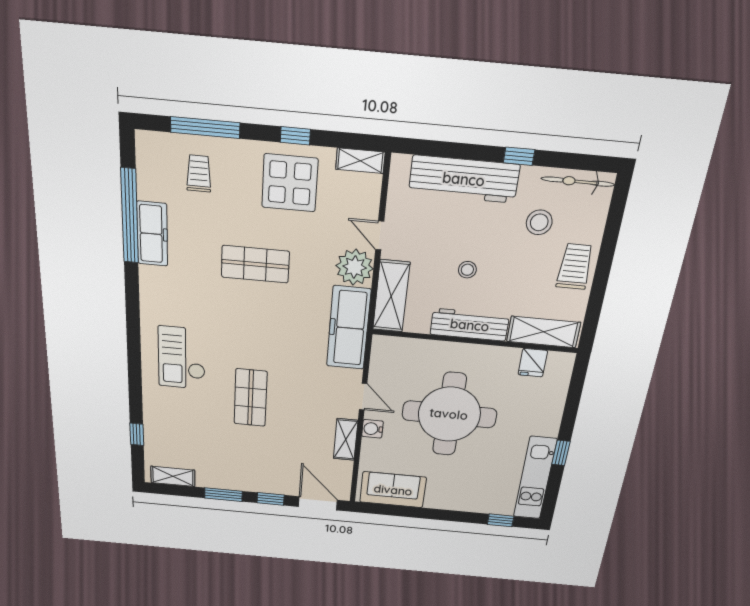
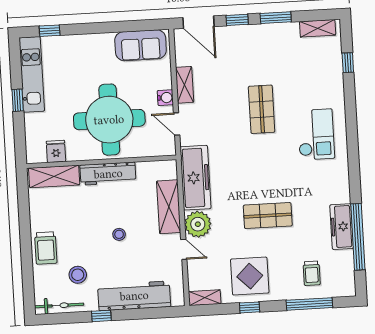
workbench: (470, 325) -> (108, 174), moved
shelving: (544, 332) -> (54, 176), moved
wall: (475, 341) -> (101, 162), moved
fridge: (533, 363) -> (56, 151), moved

